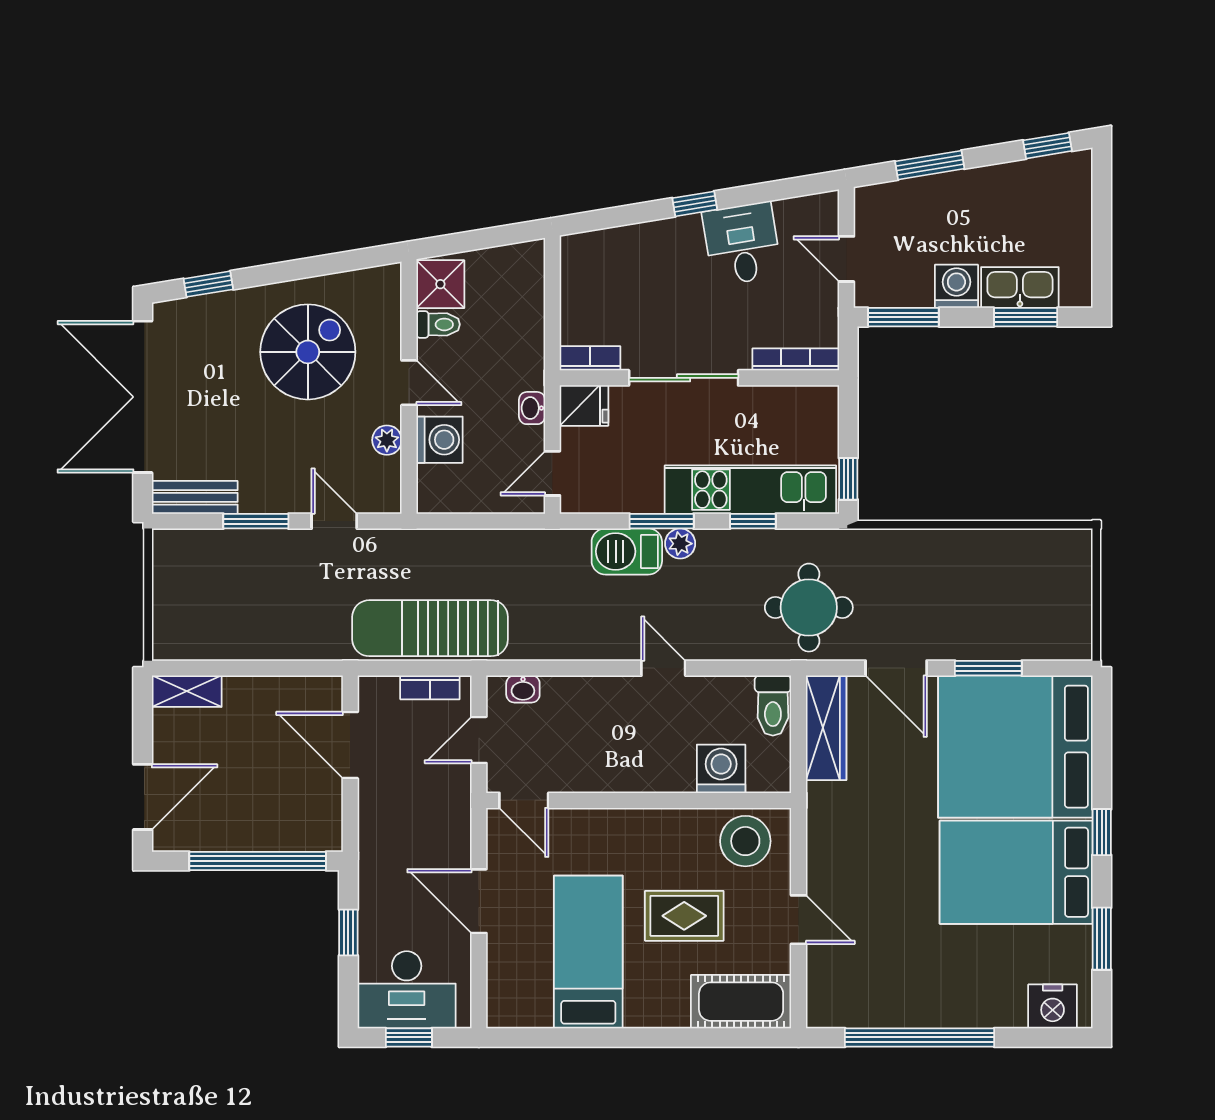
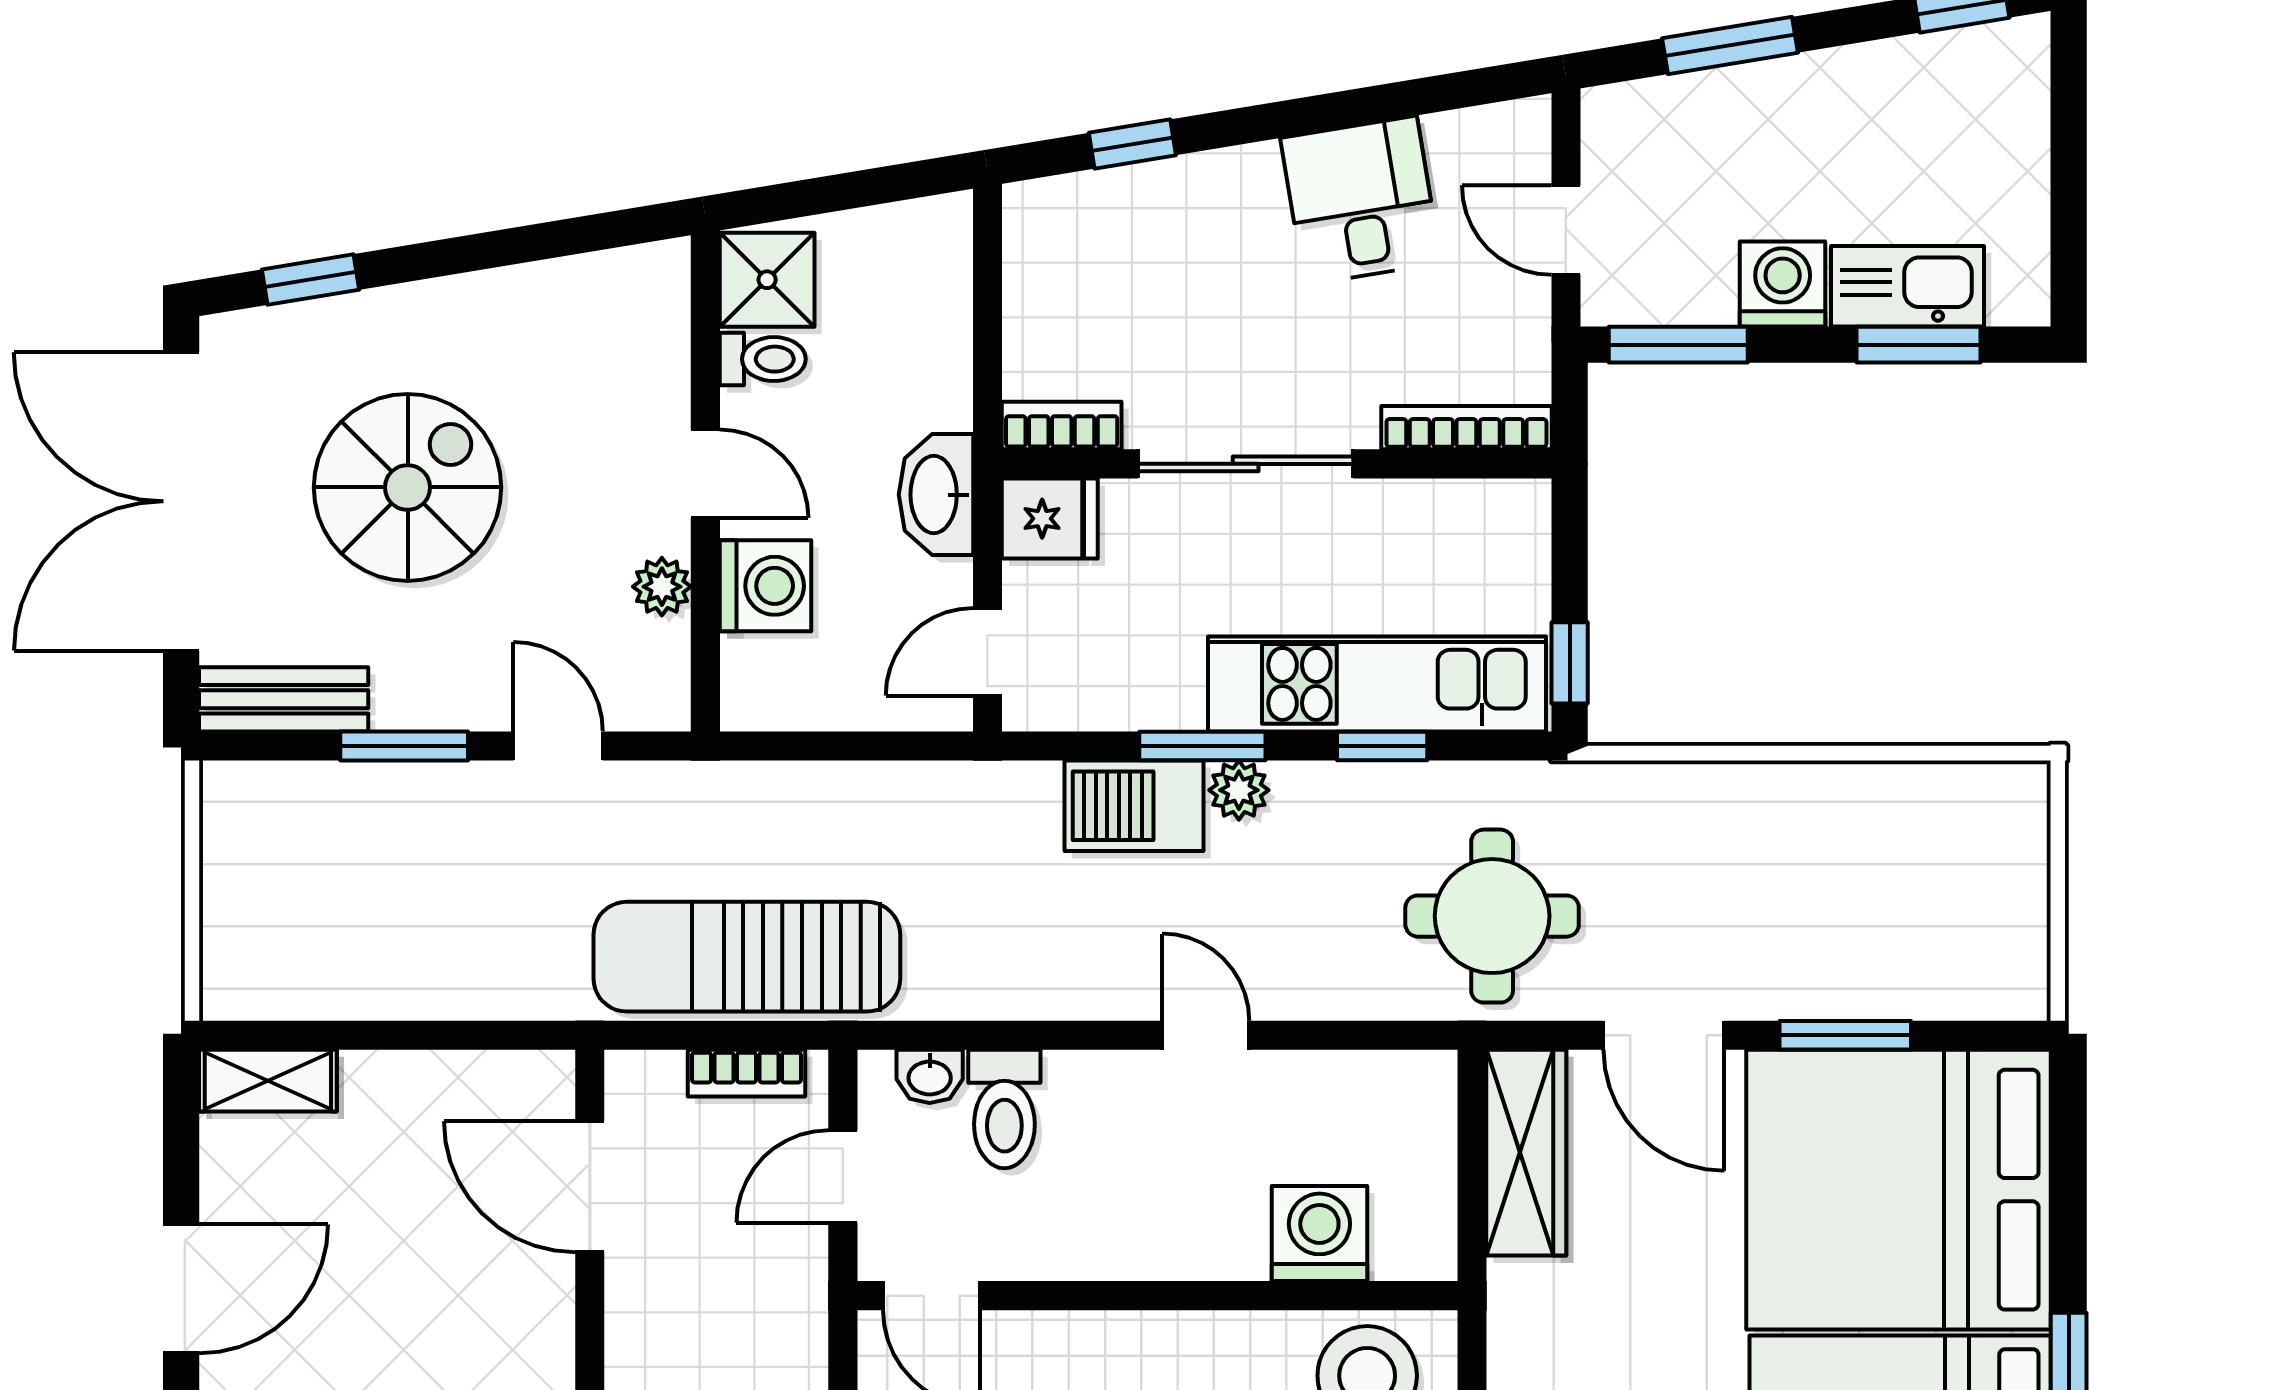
window: (695, 204) -> (1132, 144), moved
spiral stairs: (308, 352) -> (408, 487), moved
washbasin: (532, 408) -> (936, 495), width x1.91, depth x1.45
toilet: (773, 706) -> (1004, 1109), moved

